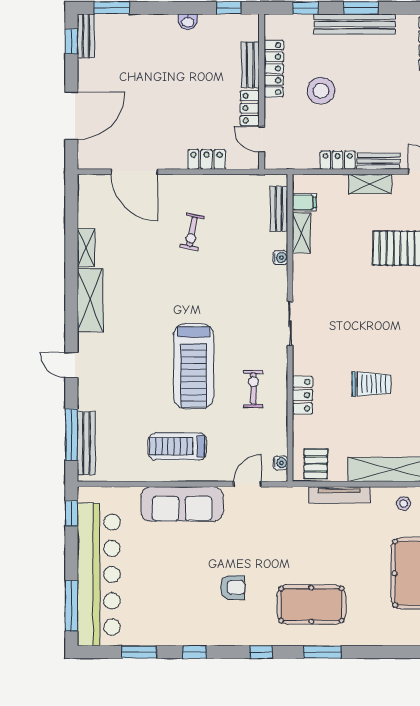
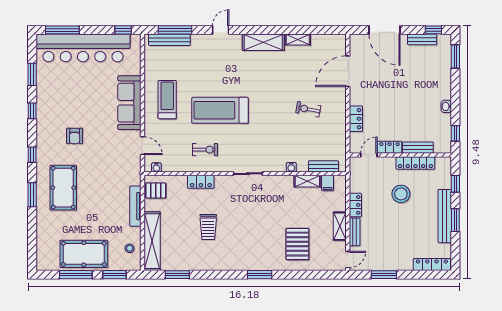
bench: (86, 36) -> (422, 39), moved

